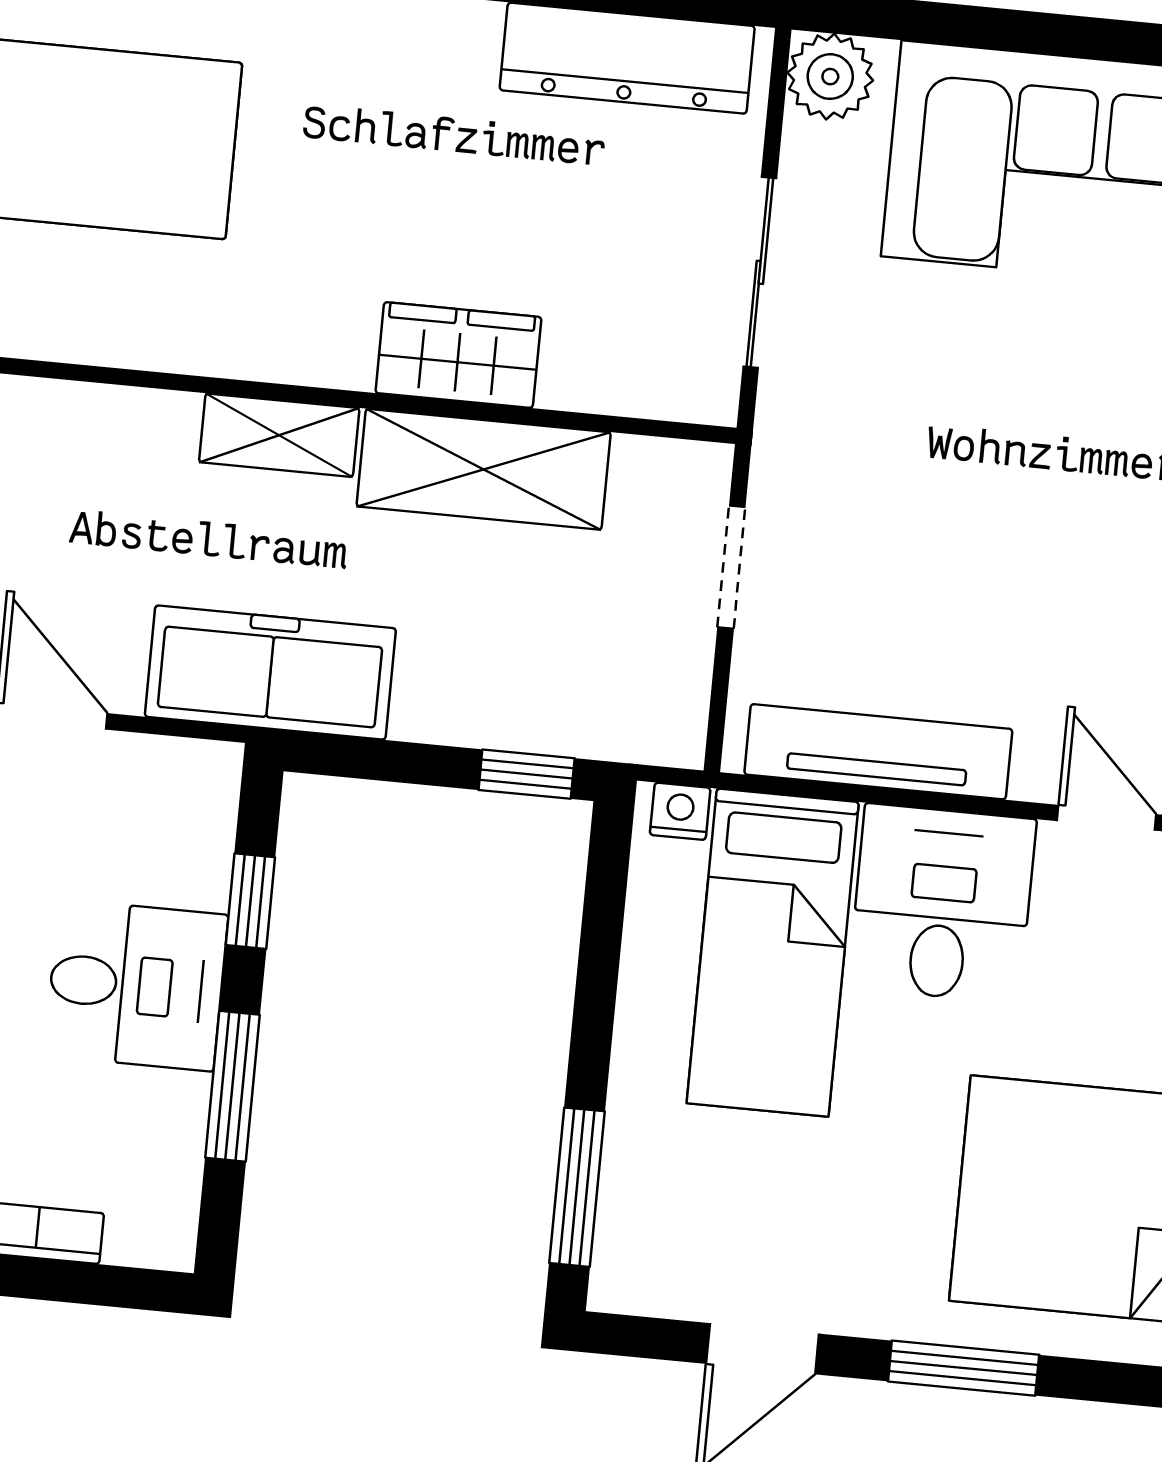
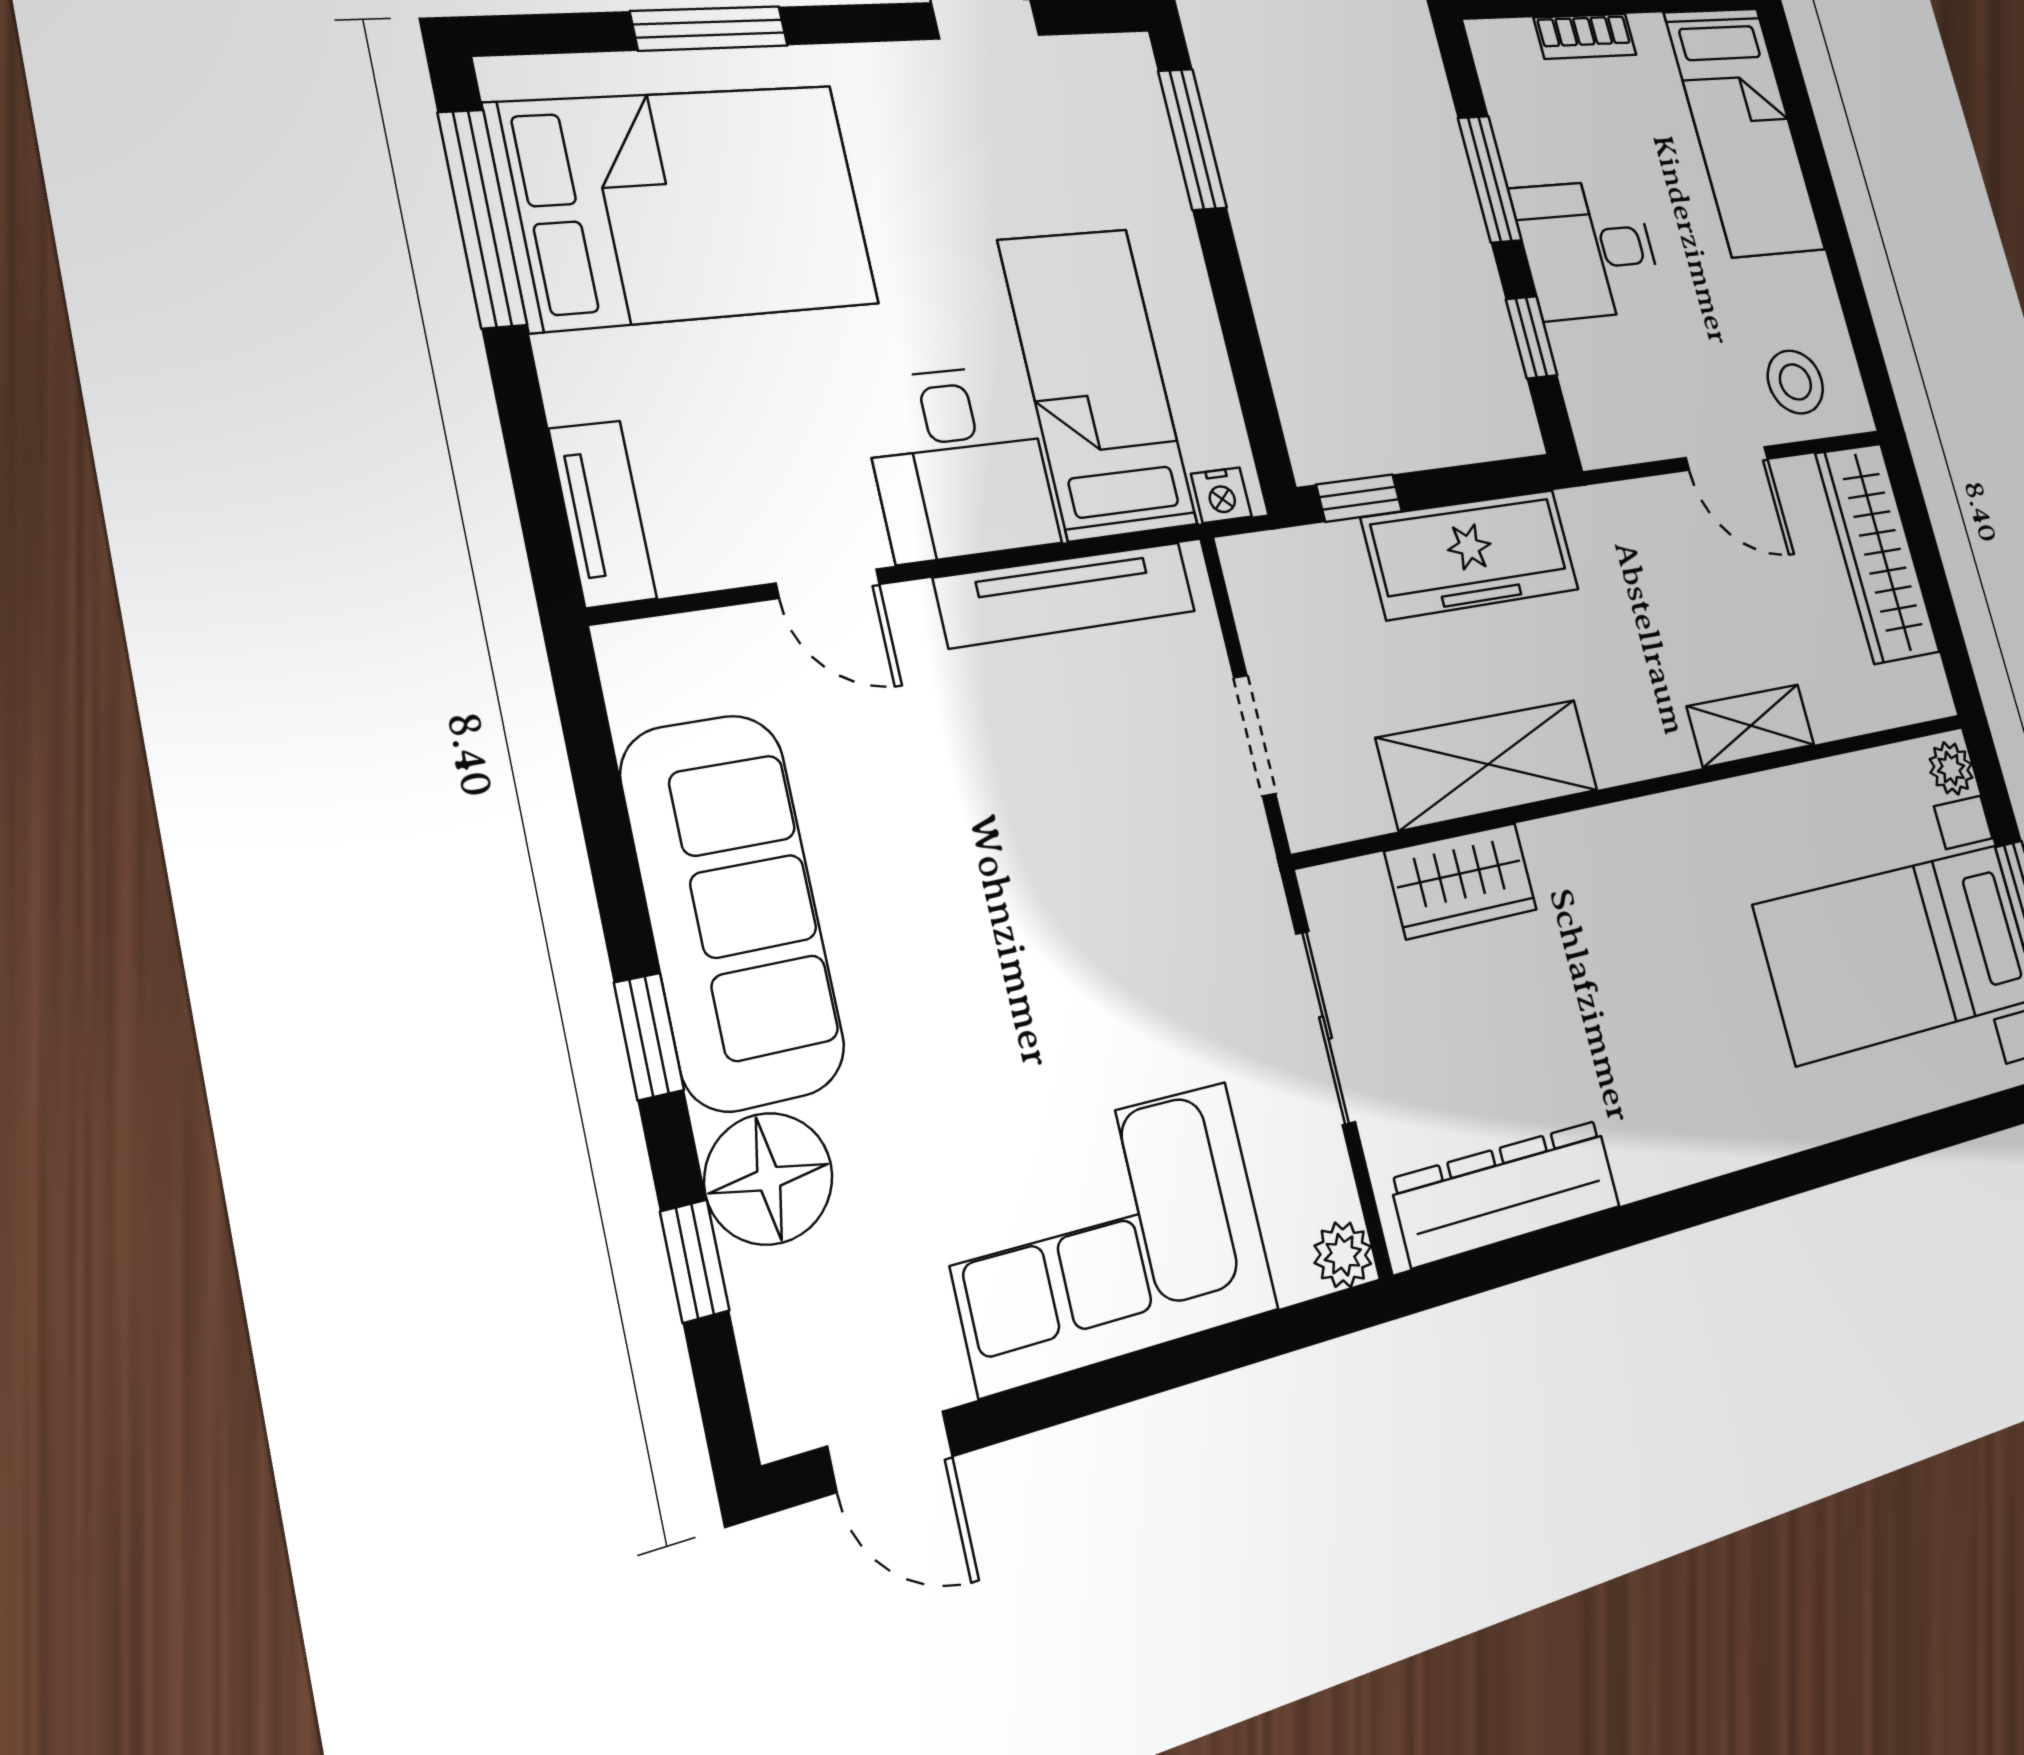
plant: (830, 77) -> (1343, 1255), width x0.73, depth x0.73
wardrobe: (458, 355) -> (1461, 881), moved
shelving: (279, 435) -> (1751, 726), moved
freezer: (270, 673) -> (1471, 554), moved
window: (964, 1368) -> (709, 28), moved

